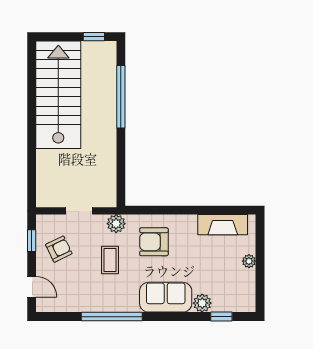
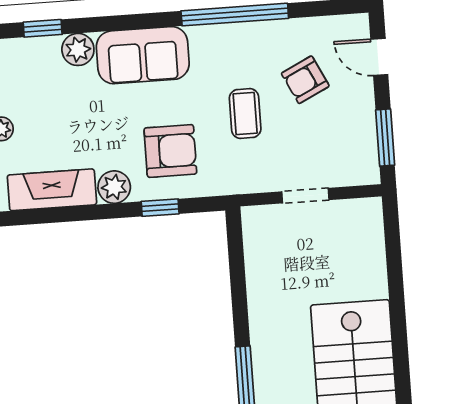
window: (162, 210) -> (160, 208), added
plant: (116, 224) -> (114, 187), moved
window: (32, 241) -> (385, 138), width x1.50
armchair: (59, 249) -> (305, 80), moved

